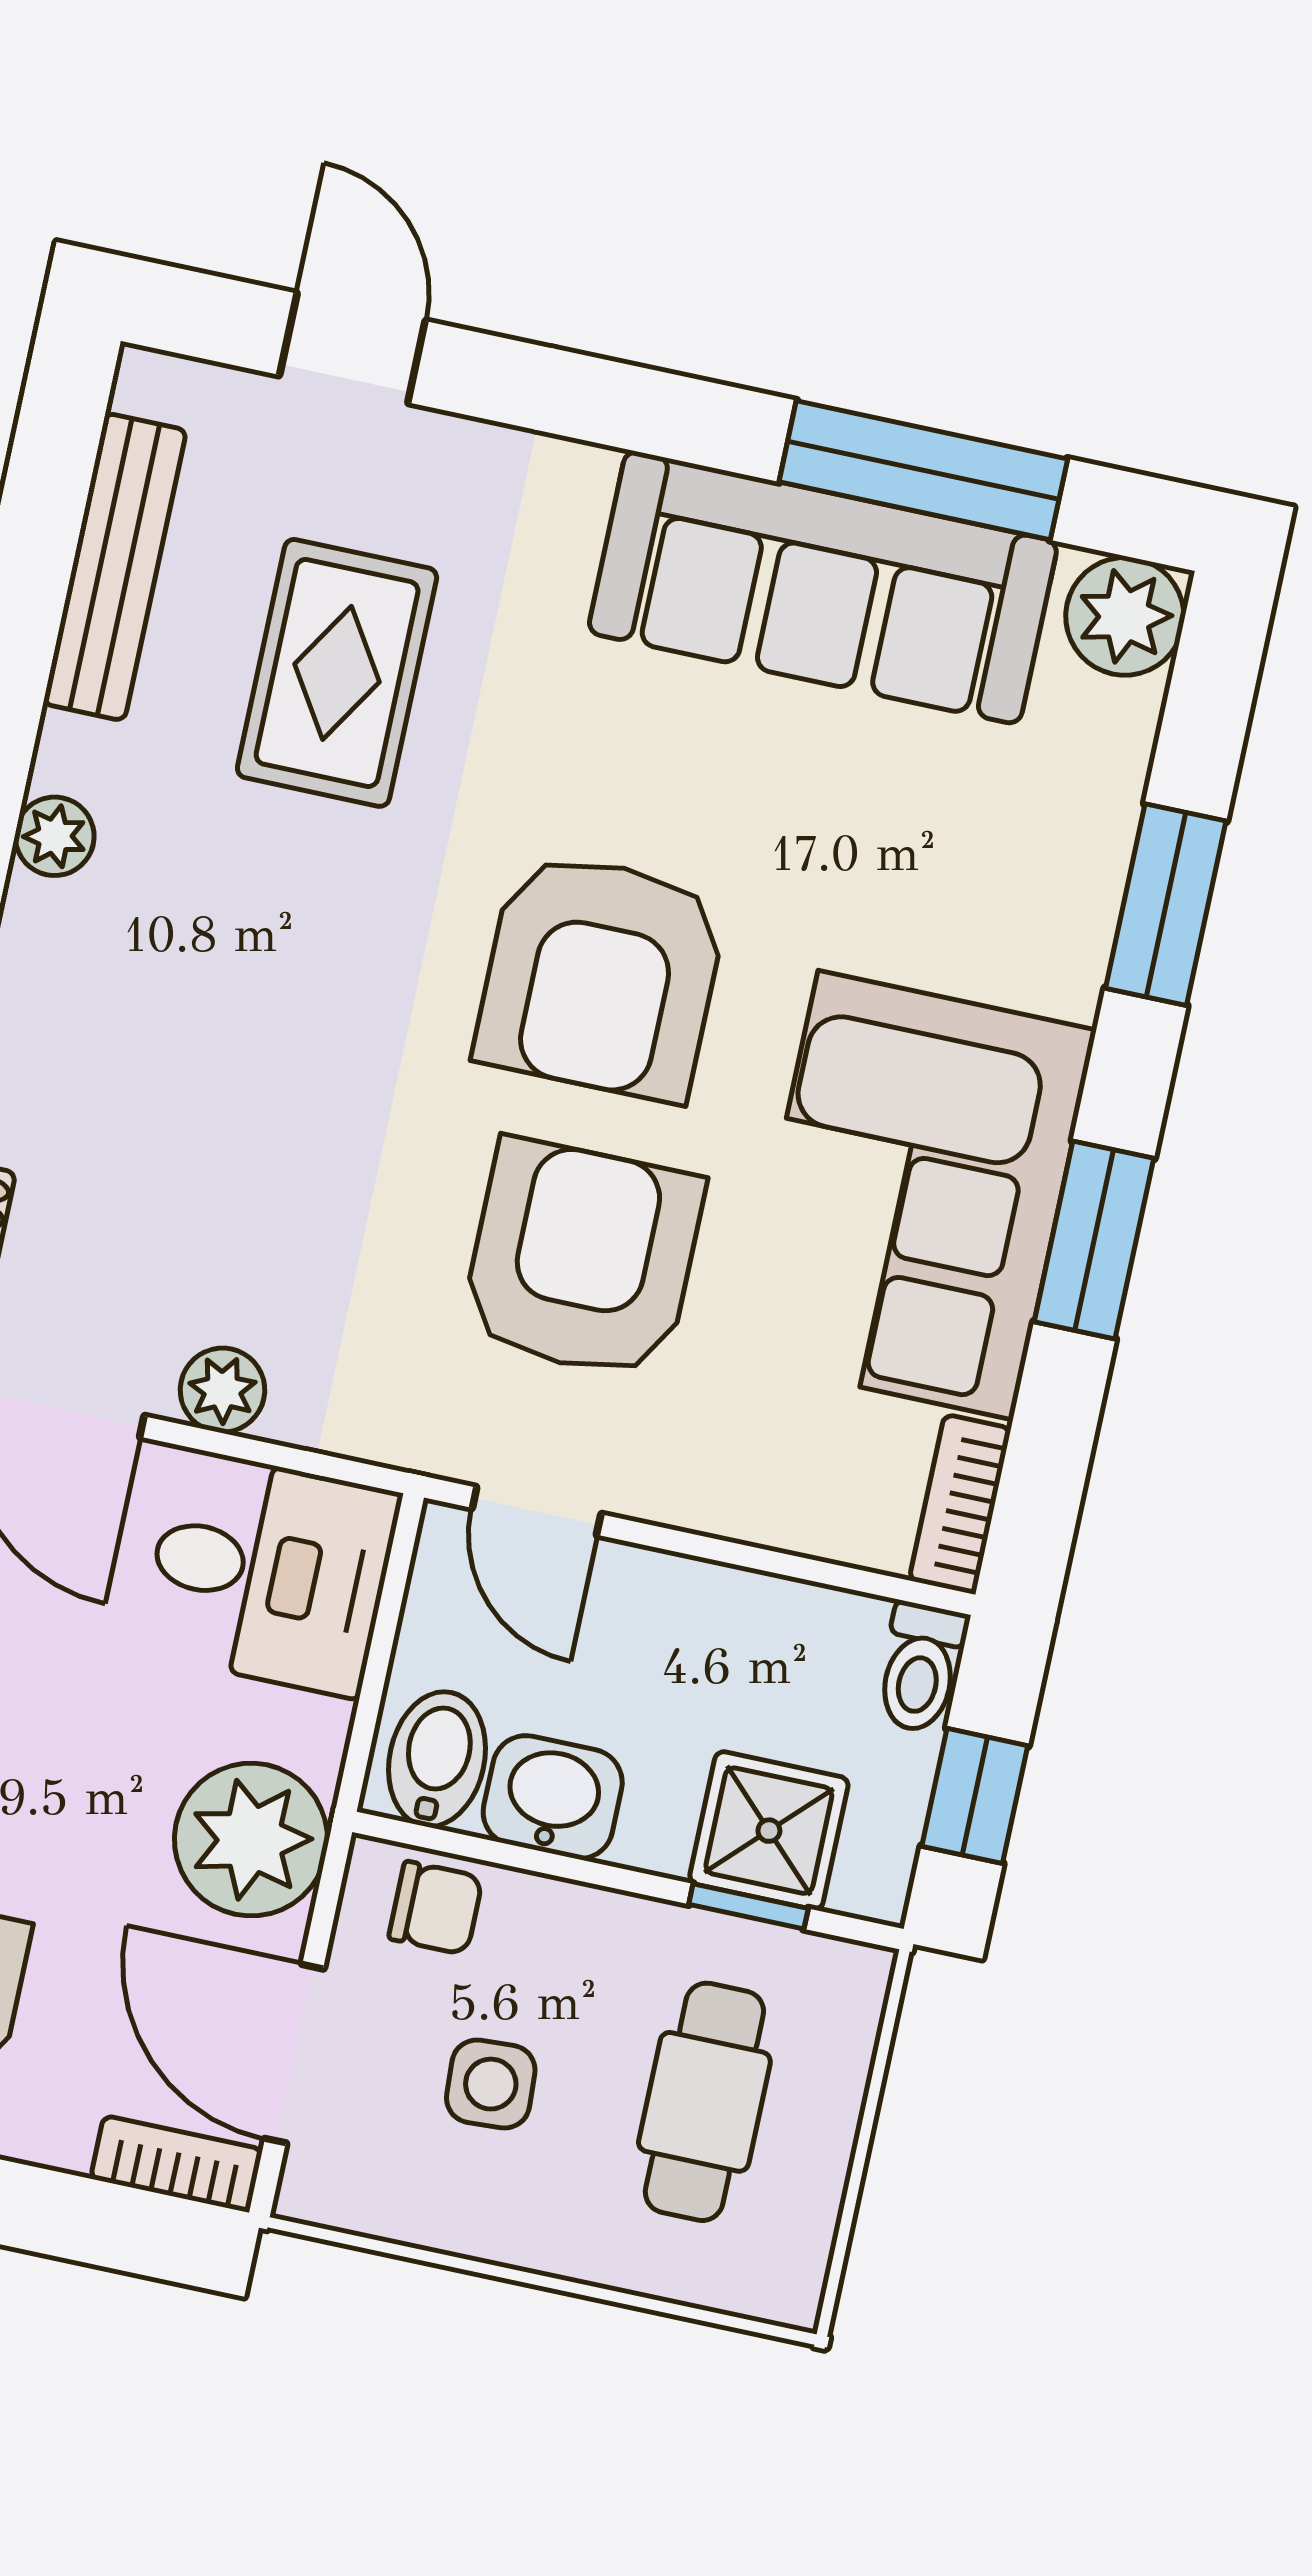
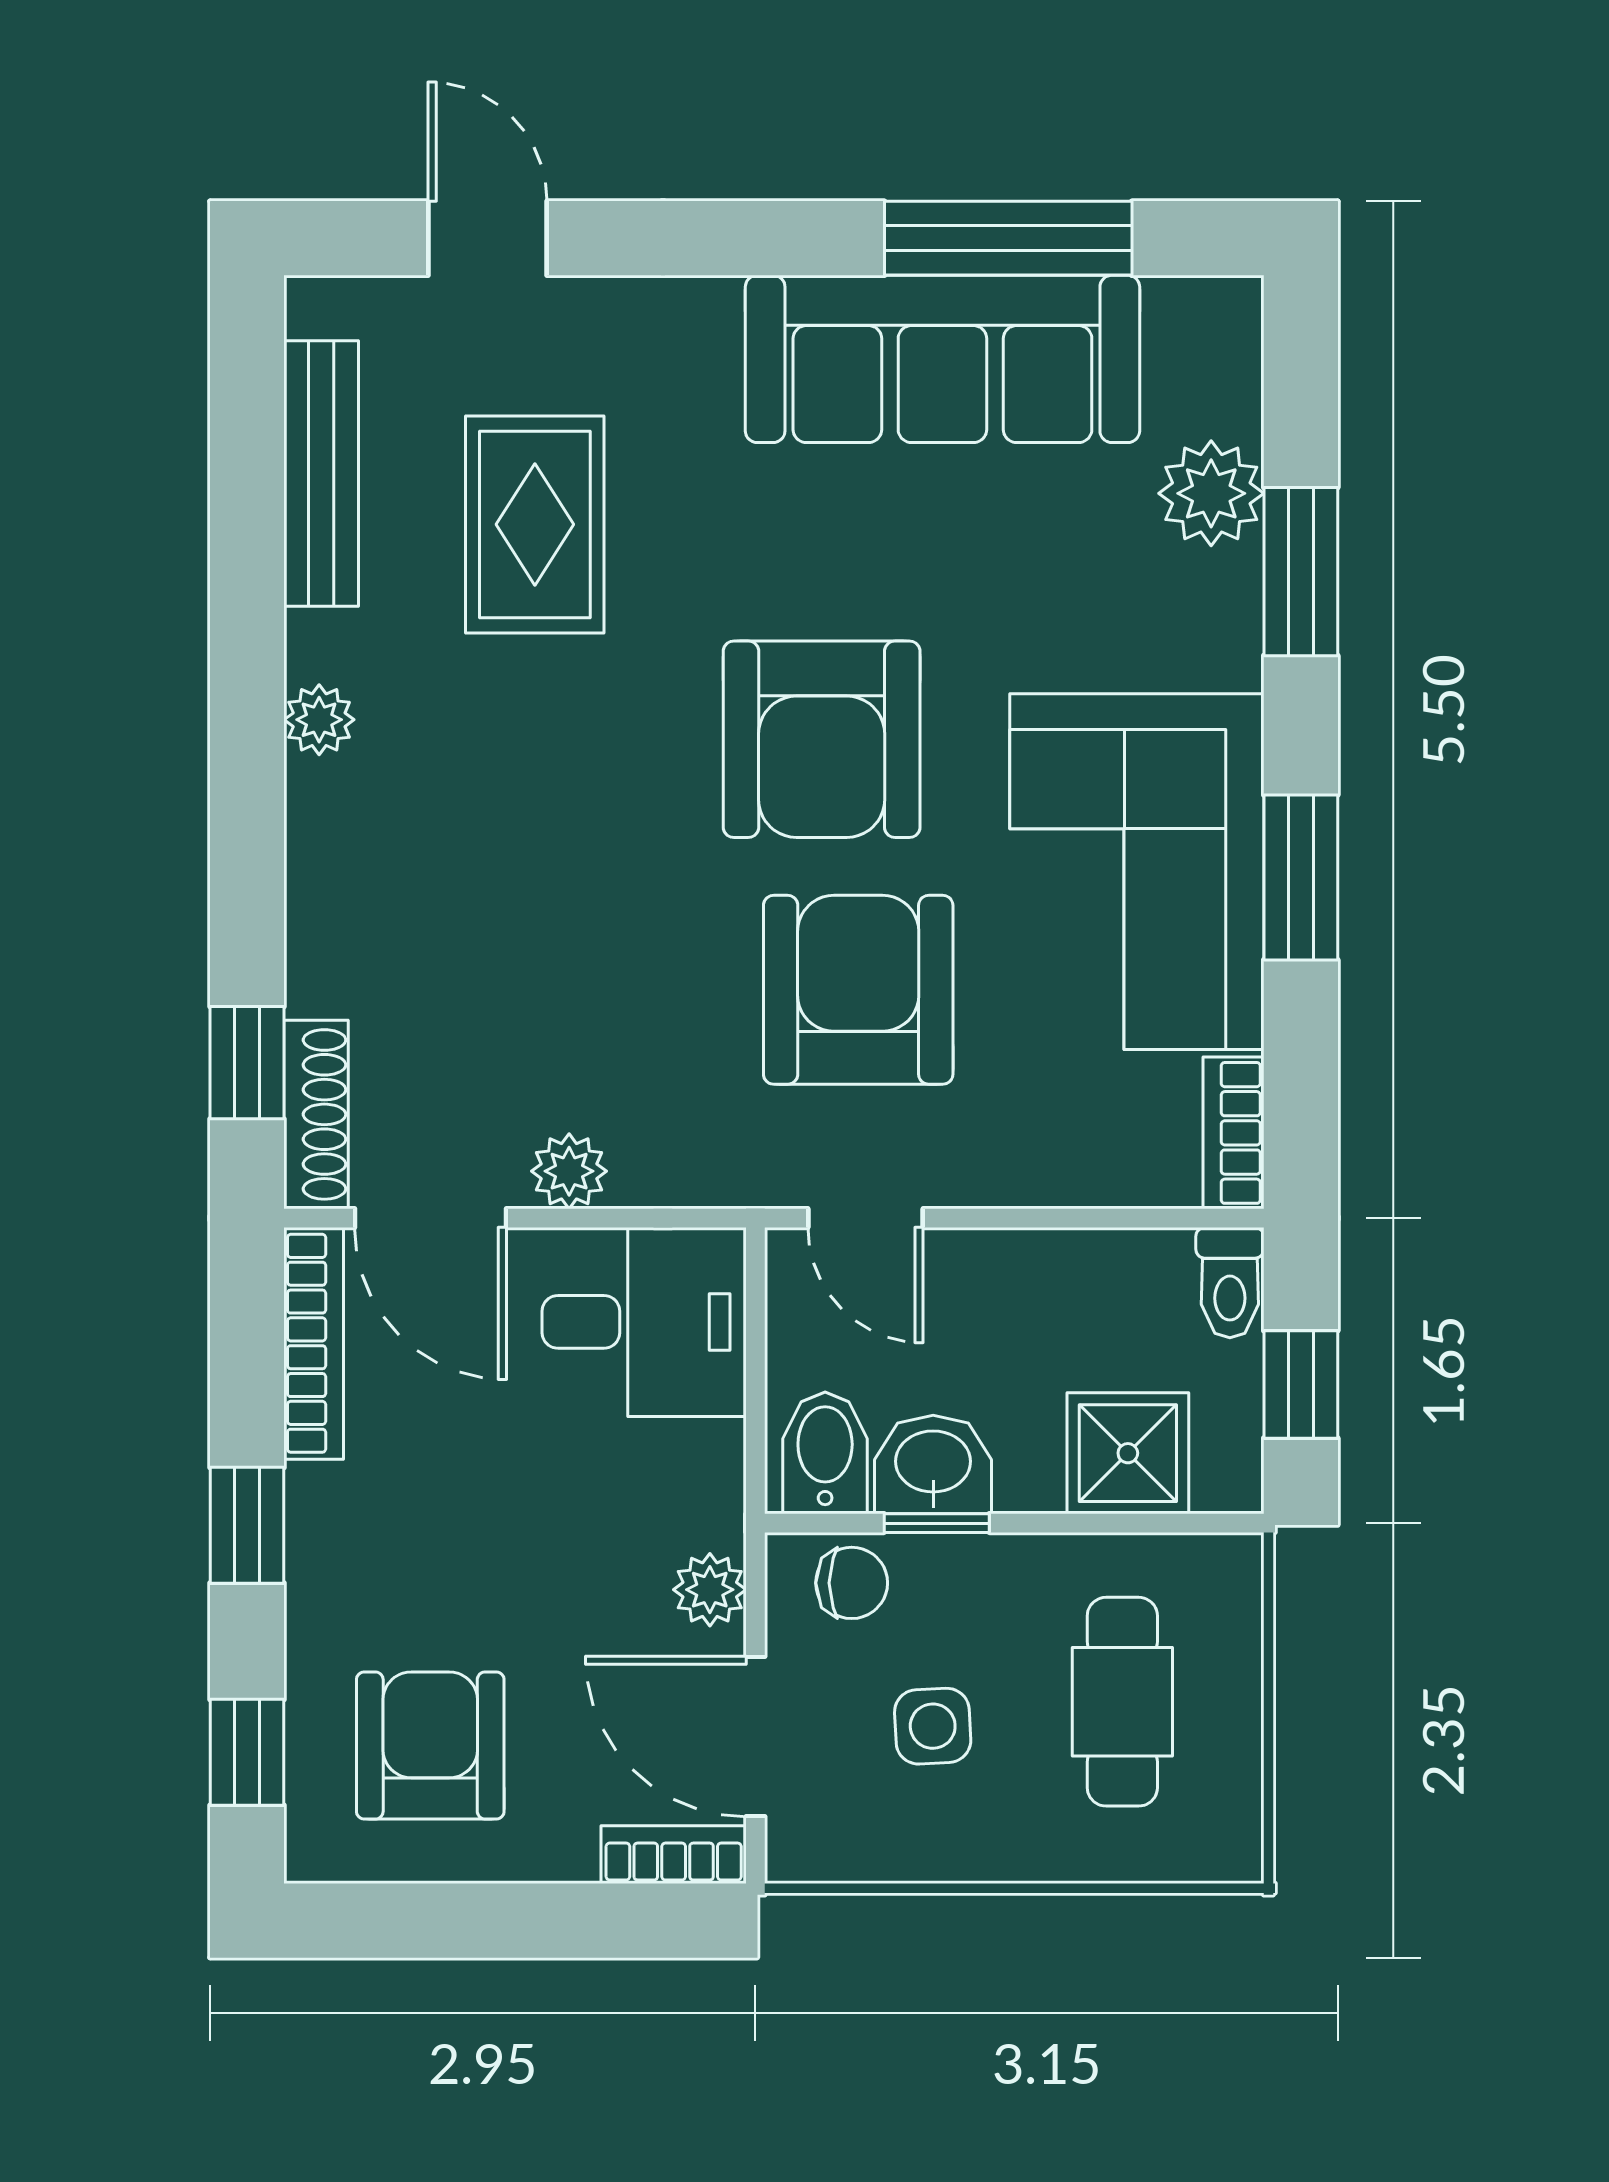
plant: (1125, 616) -> (1211, 493), moved
plant: (251, 1840) -> (710, 1590), width x0.53, depth x0.53
window: (748, 1906) -> (937, 1523), moved

